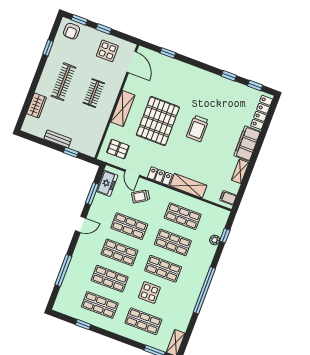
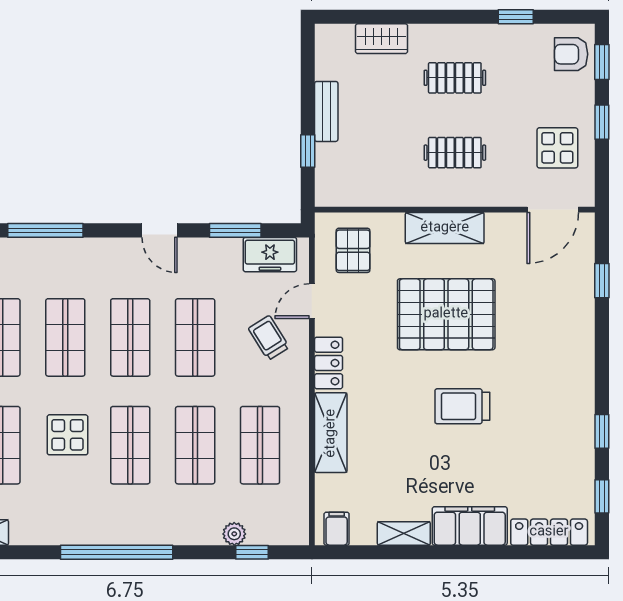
clothes rail: (64, 82) -> (455, 78), width x0.73

